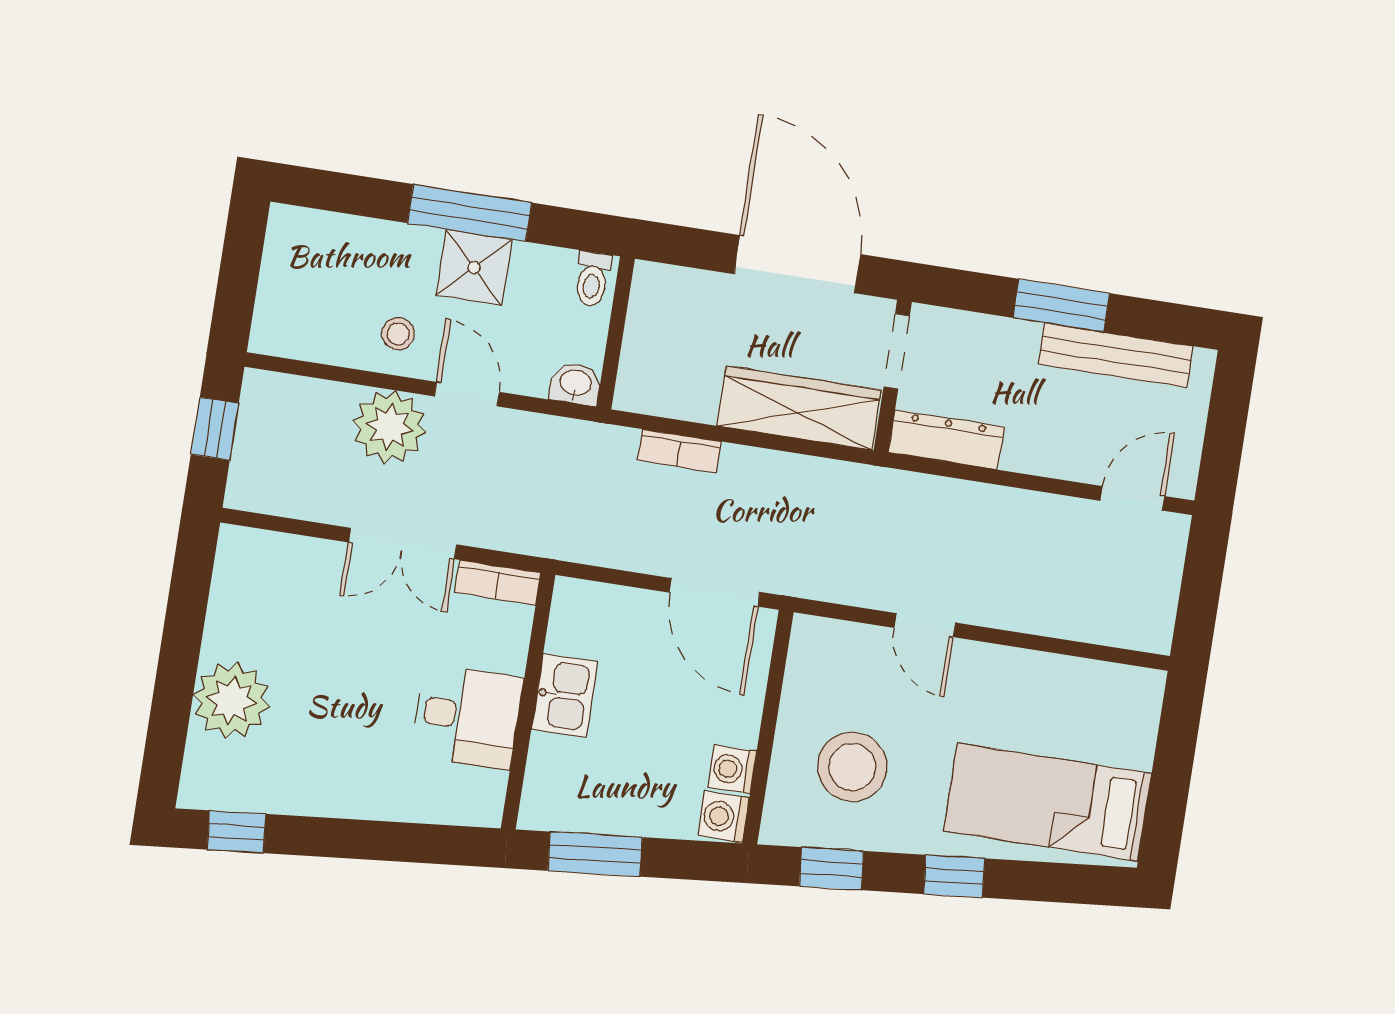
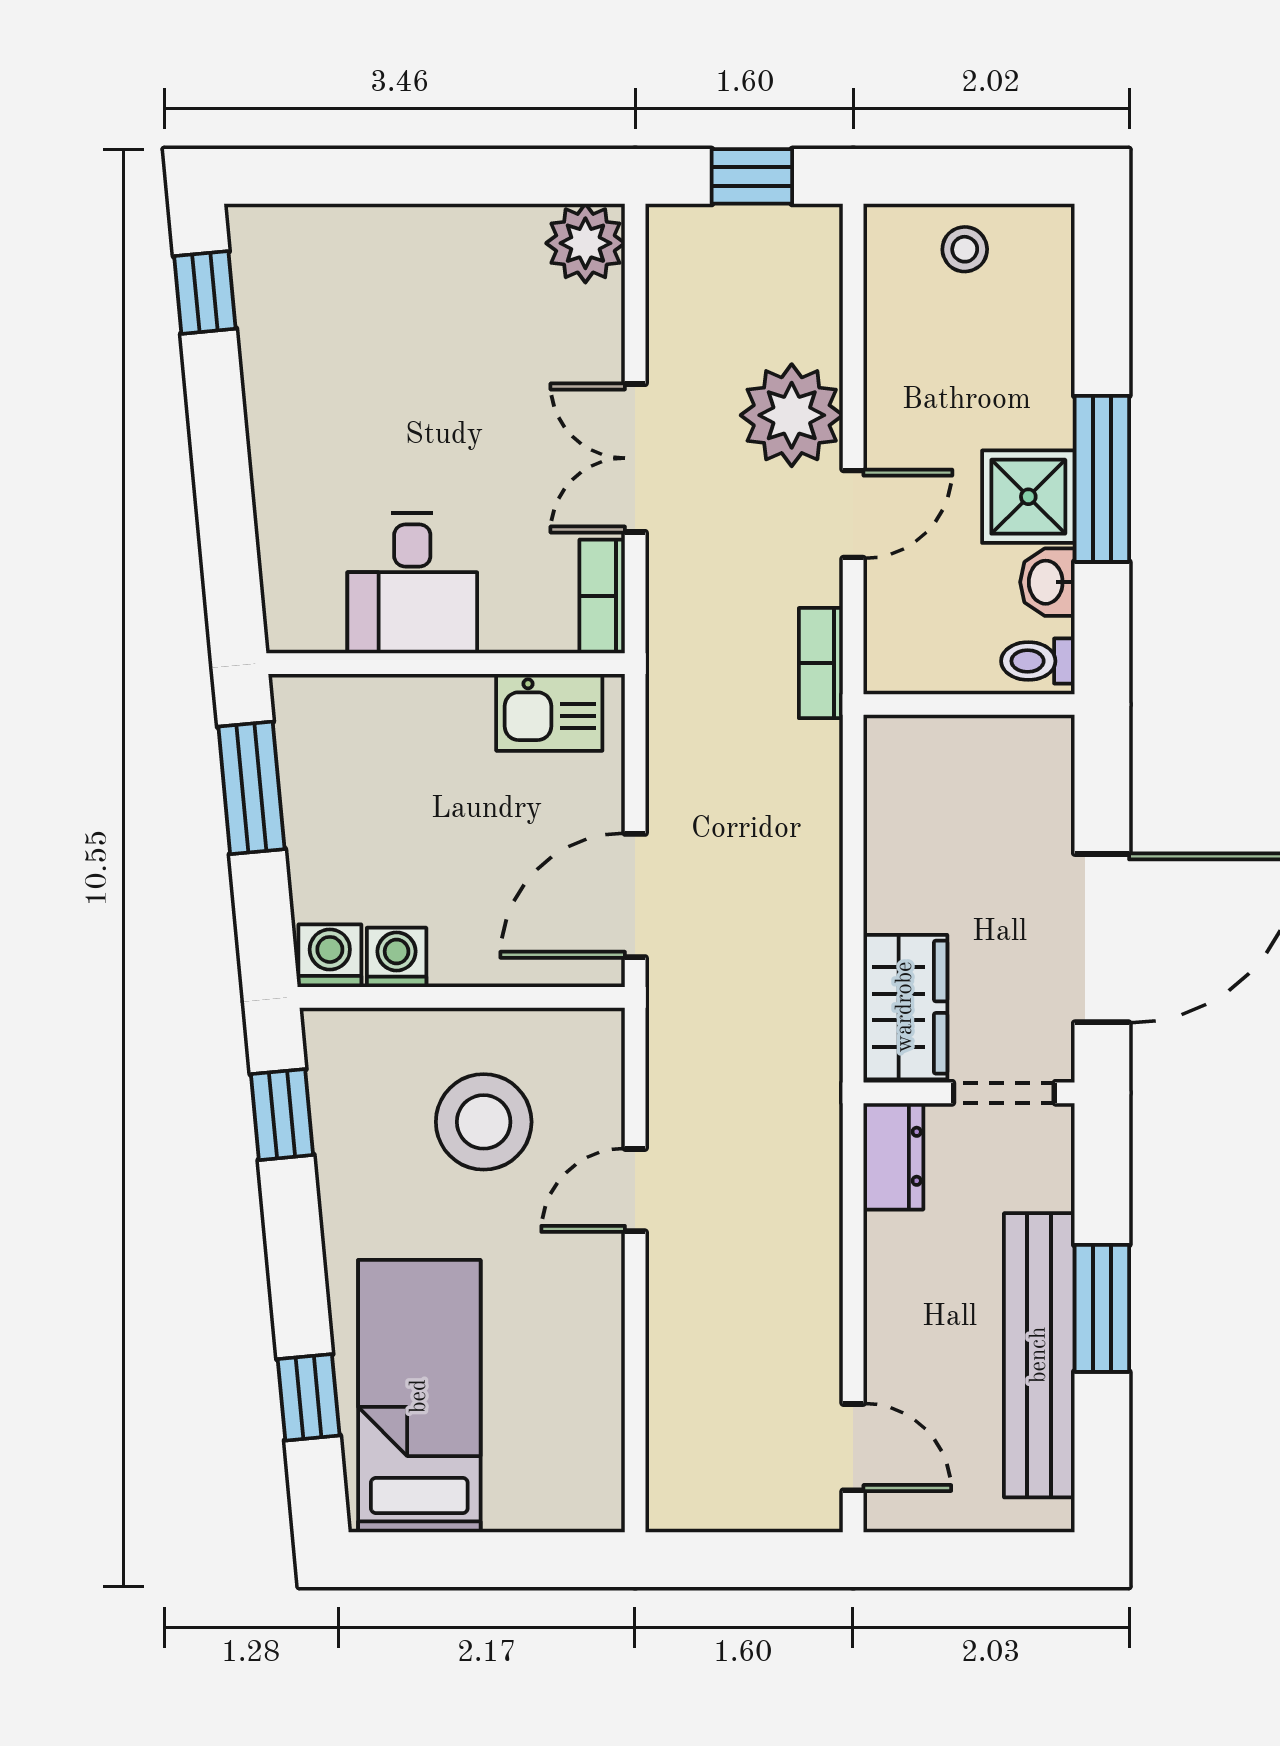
stool: (398, 334) -> (965, 249), moved
bench: (1116, 355) -> (1039, 1355), width x1.37, depth x1.21
washbasin: (576, 384) -> (1047, 582), moved, turned 180
wardrobe: (799, 408) -> (905, 1007), width x0.67
dresser: (946, 440) -> (893, 1156), width x0.70
bookcase: (680, 451) -> (821, 663), moved
kitchen sink: (565, 695) -> (549, 712), moved
plant: (231, 700) -> (585, 243), moved, width x0.73, depth x0.73
stool: (852, 767) -> (484, 1122), moved
window: (954, 876) -> (309, 1397), moved

